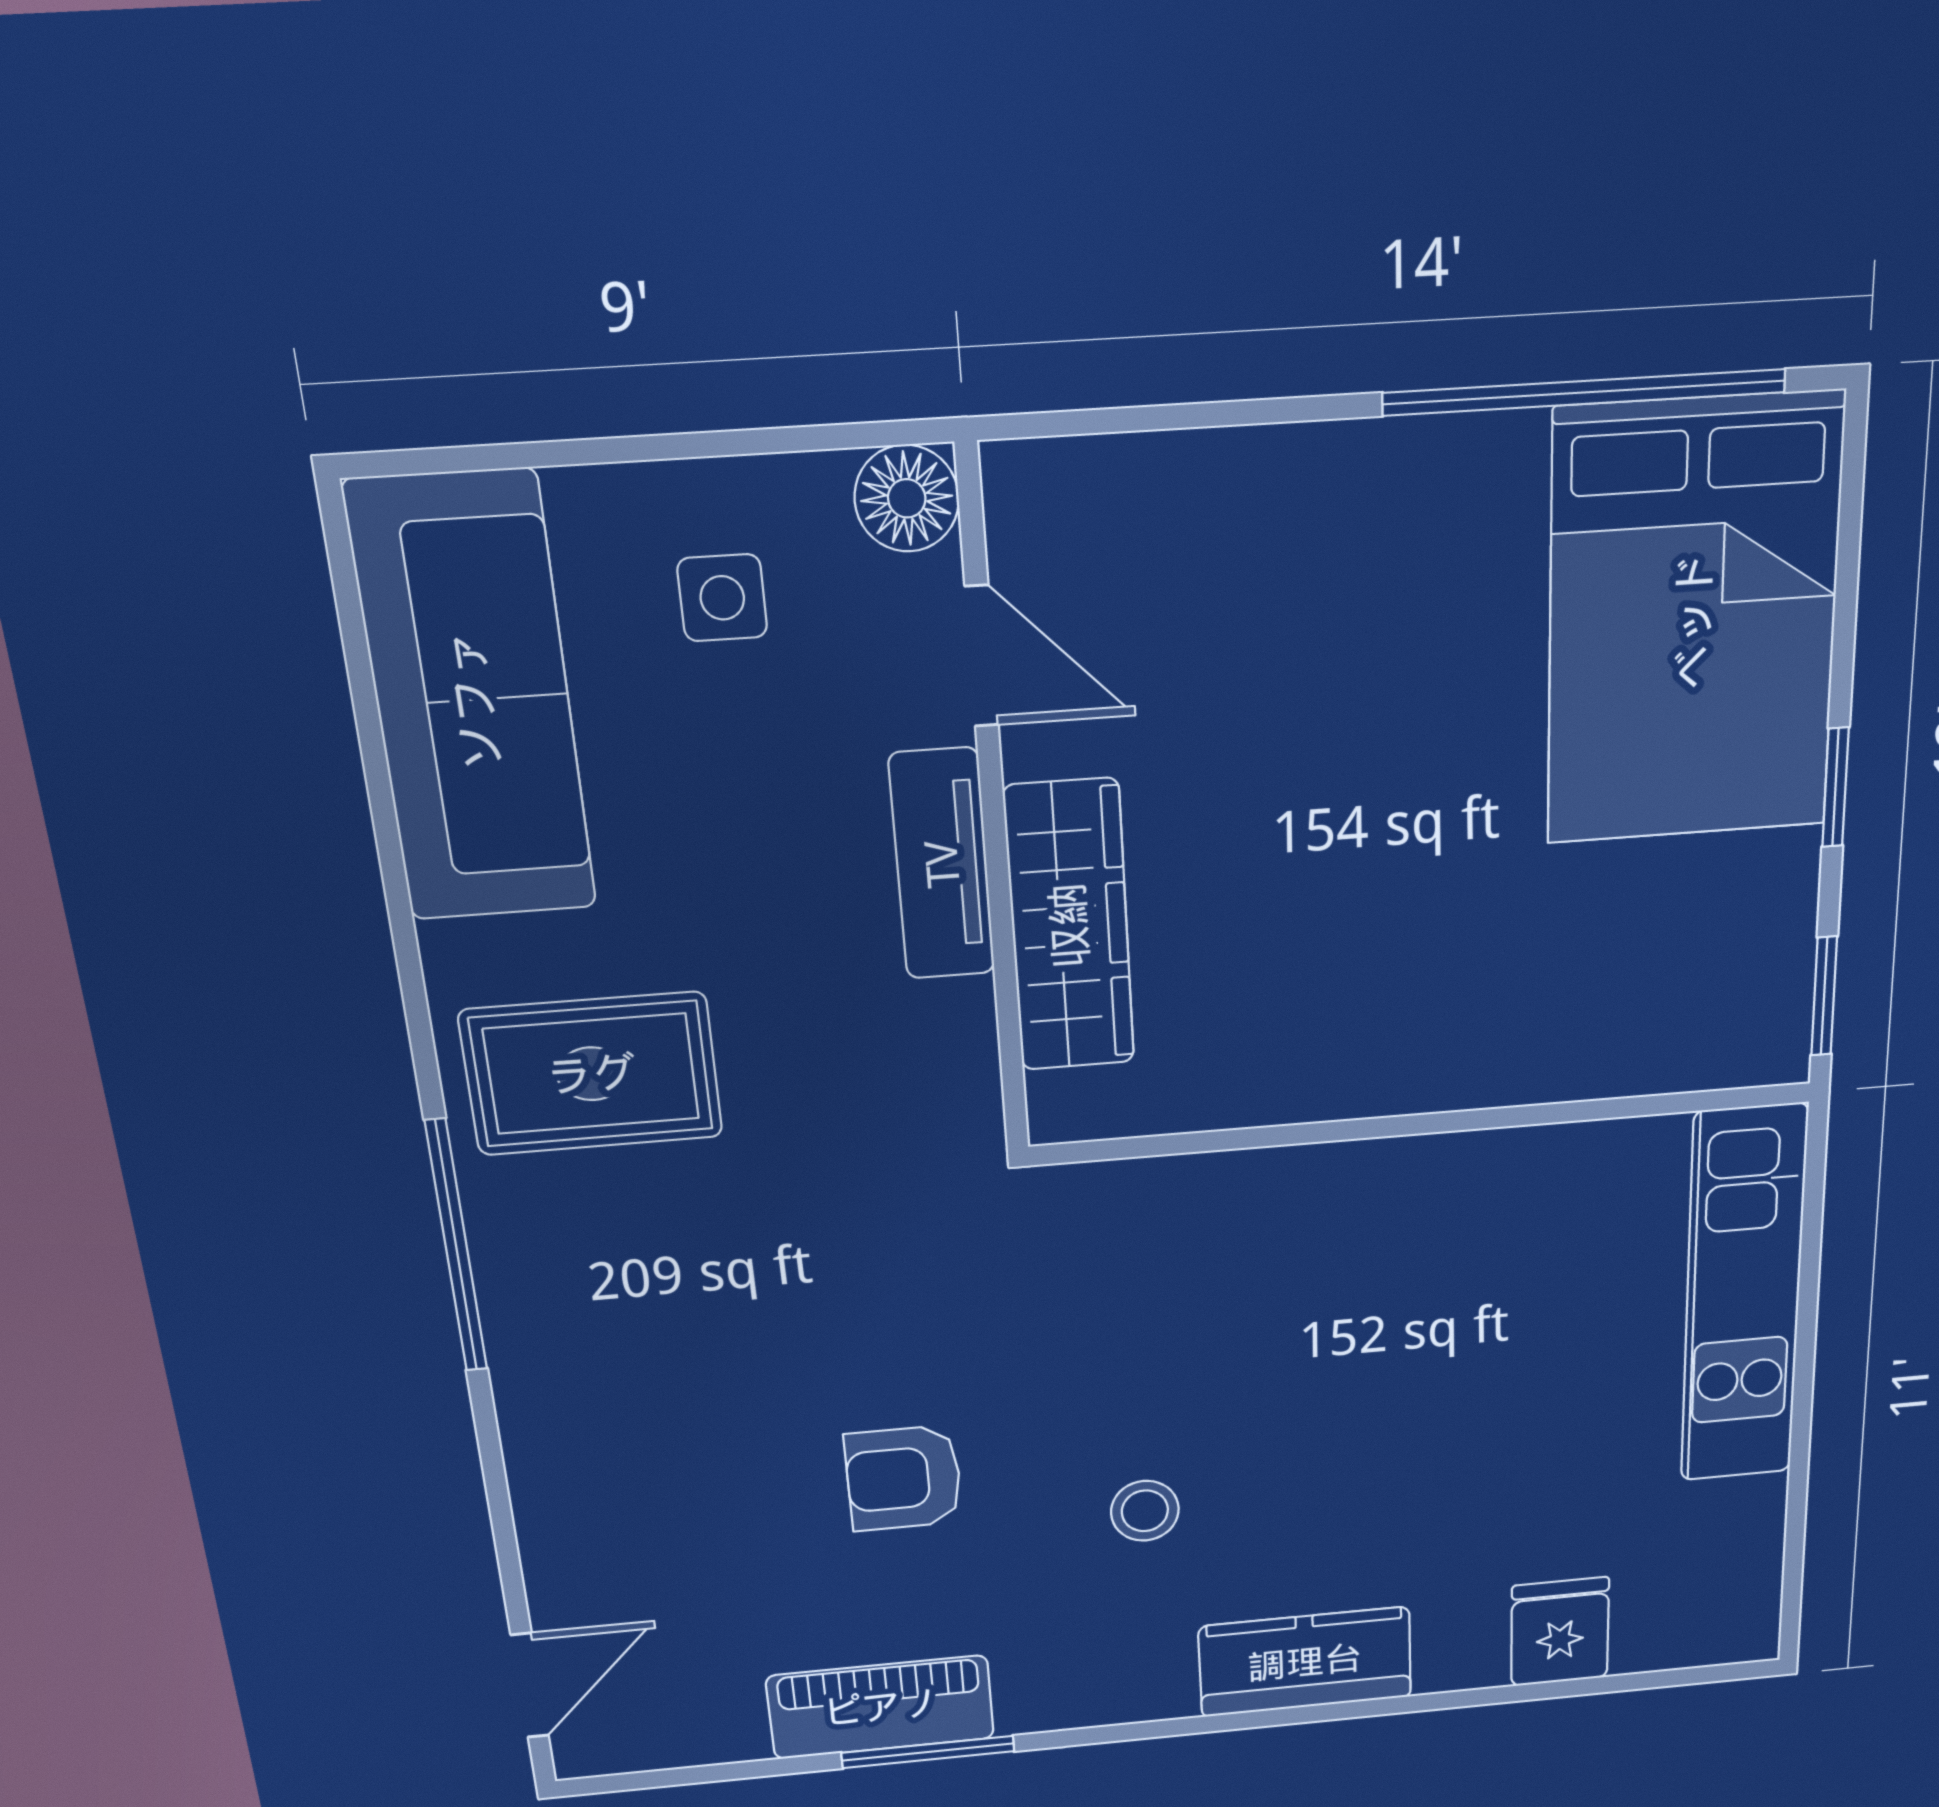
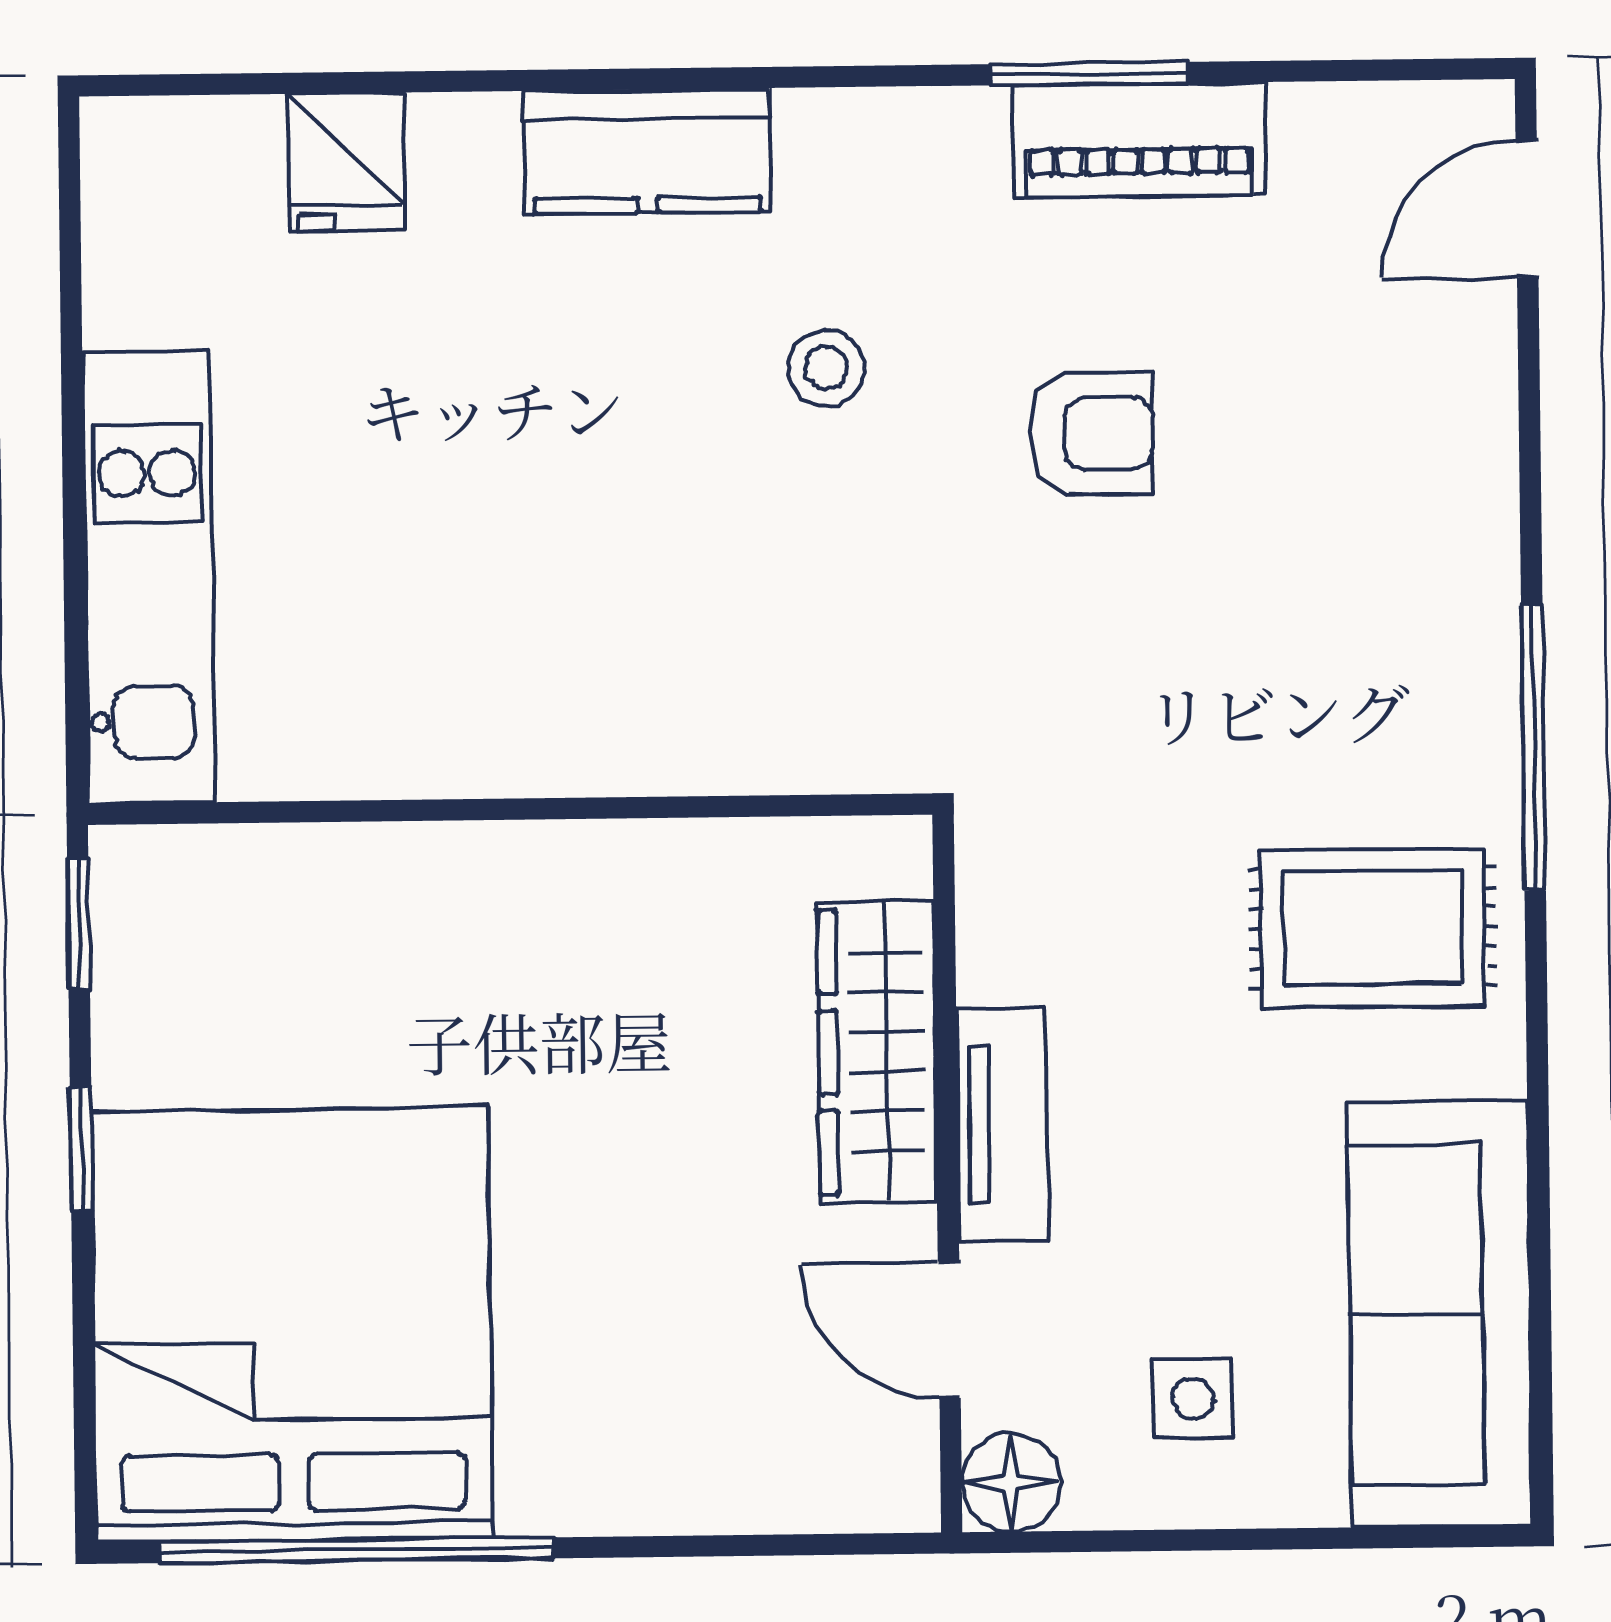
bed: (1693, 622) -> (292, 1325), width x1.36

